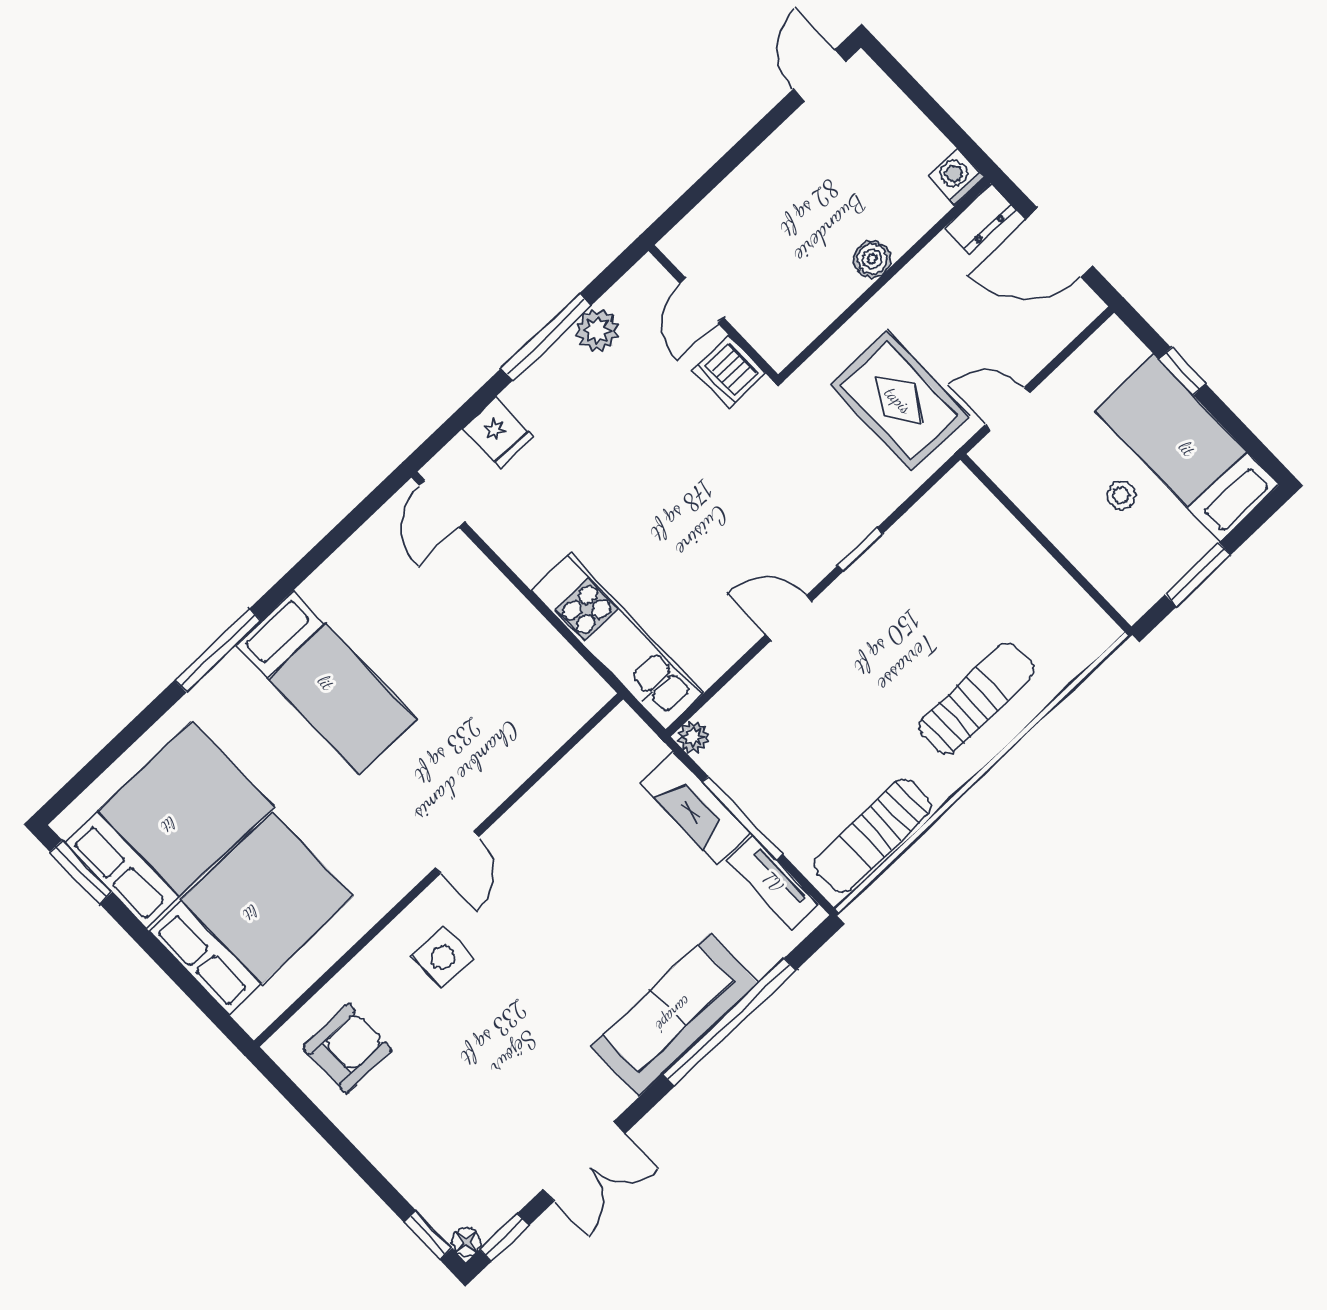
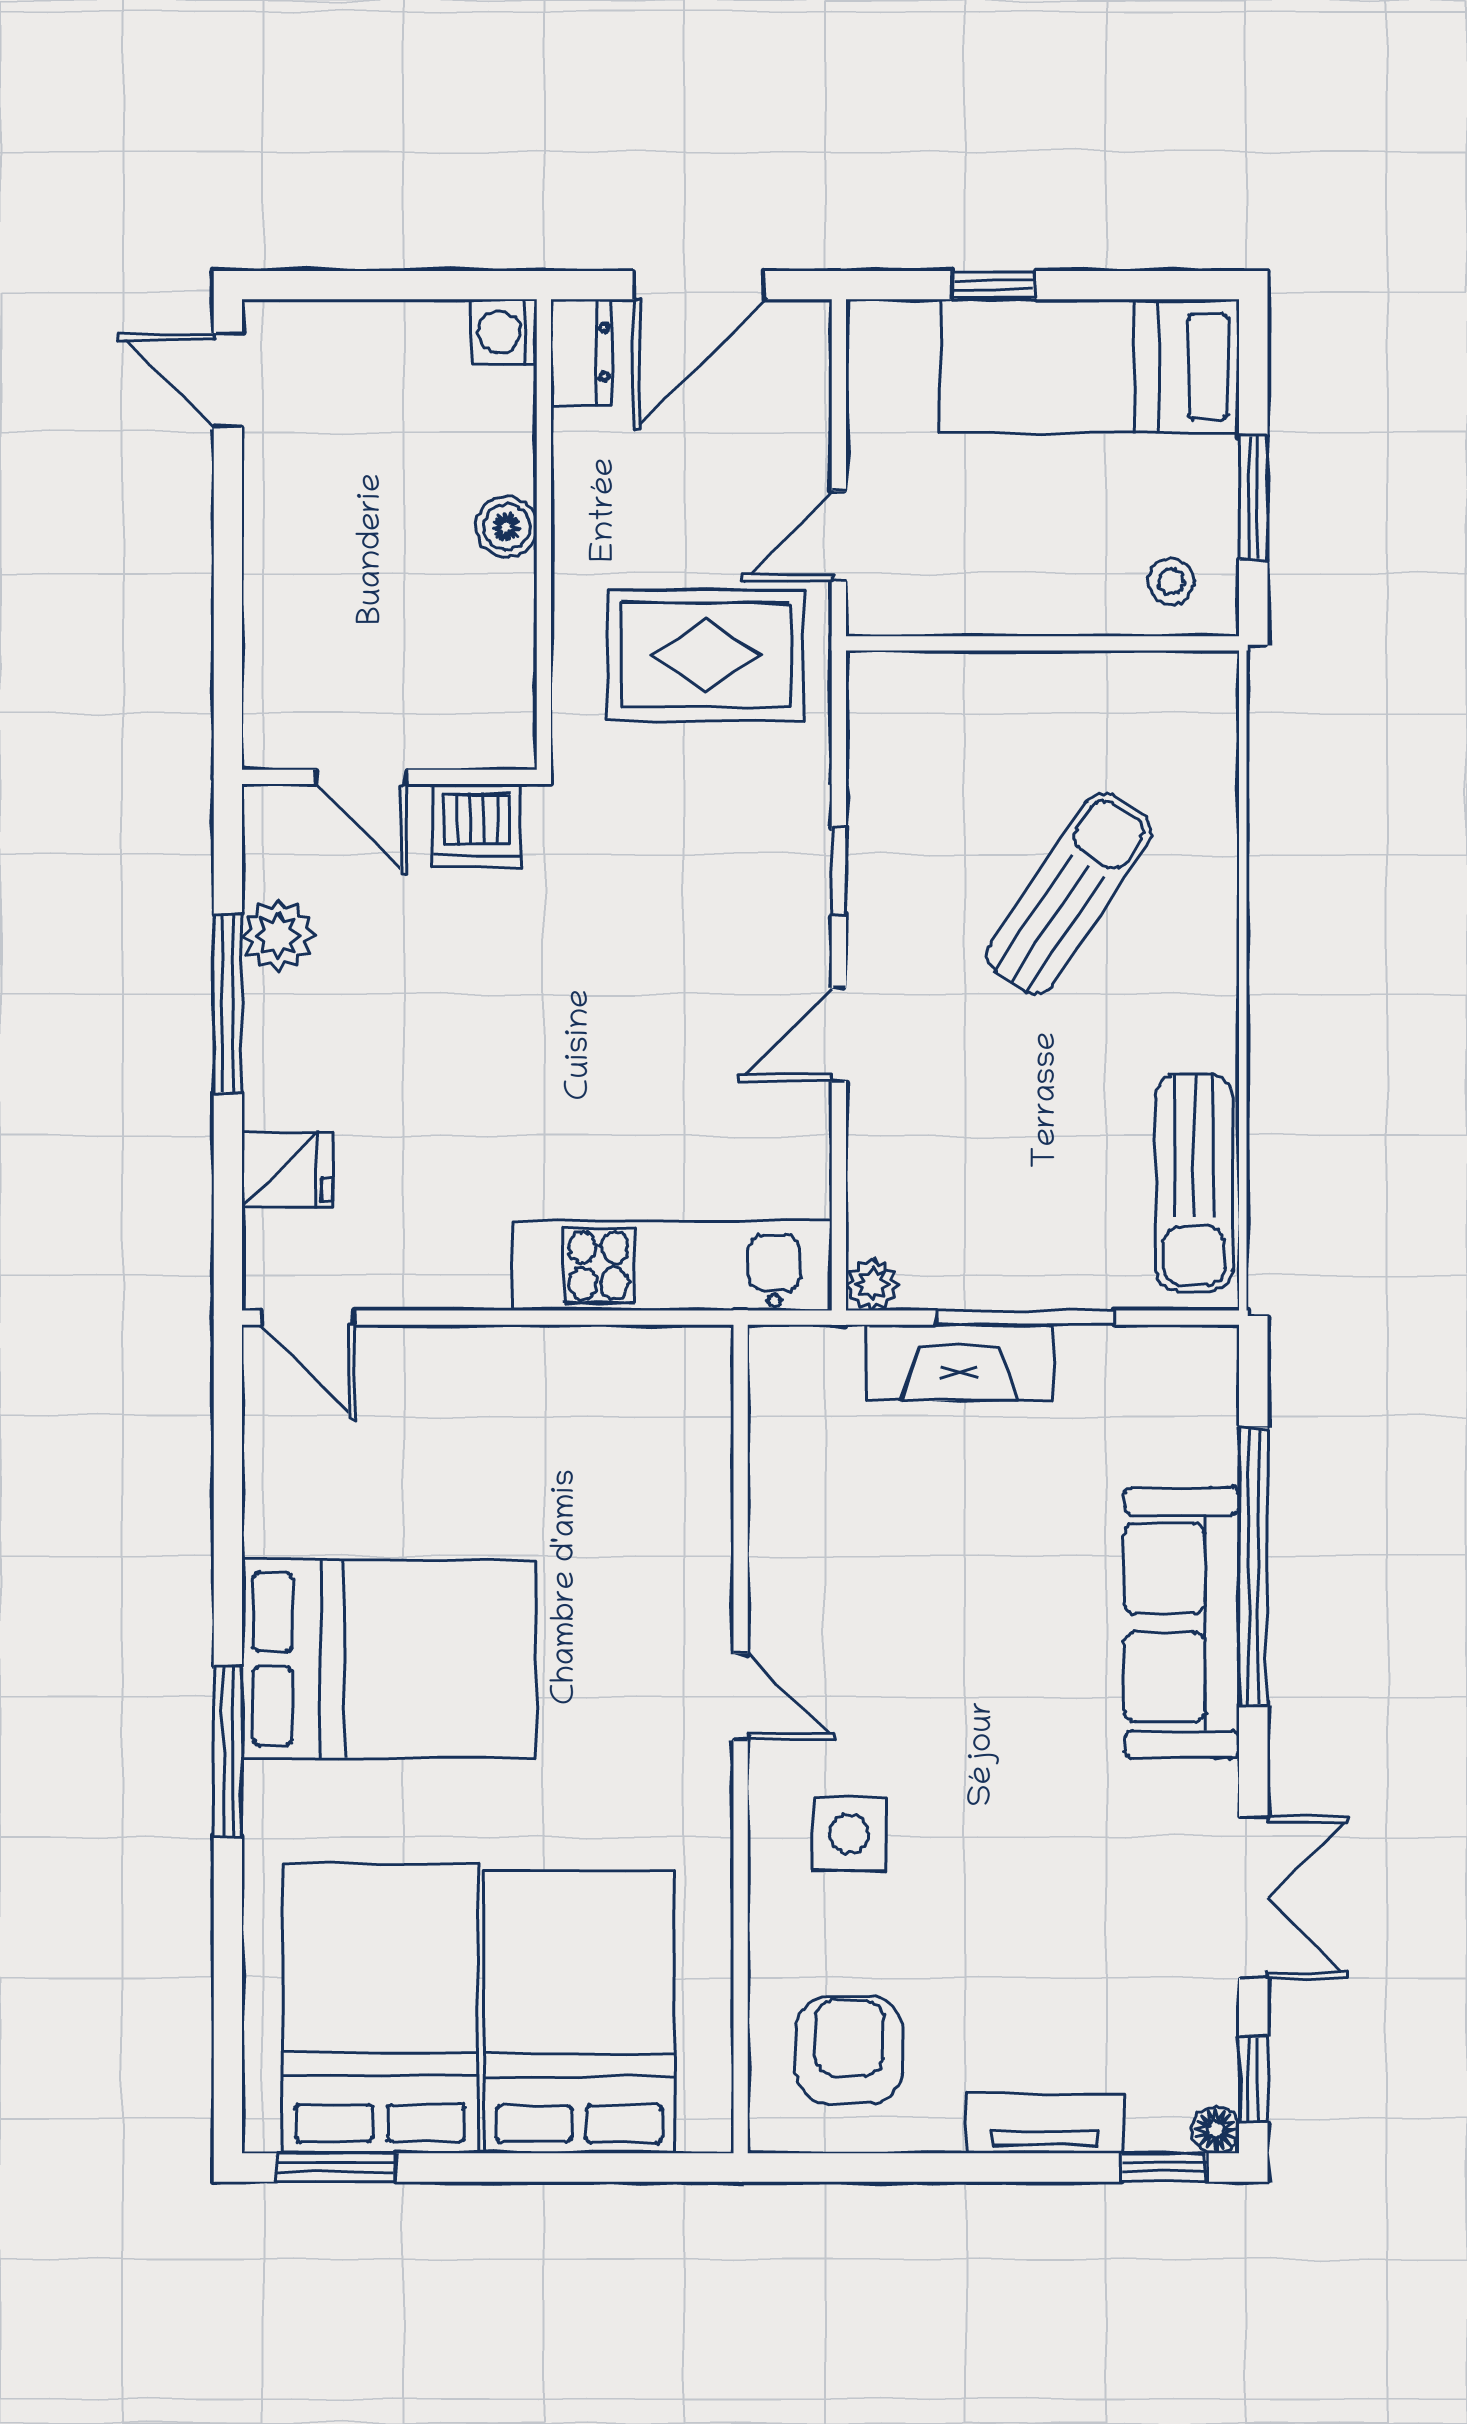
stool: (1121, 495) -> (1171, 581), moved
bed: (326, 682) -> (389, 1659), width x1.50
sun lounger: (977, 699) -> (1069, 894), moved, turned 34
tv unit: (773, 882) -> (1045, 2123), moved, turned 180

